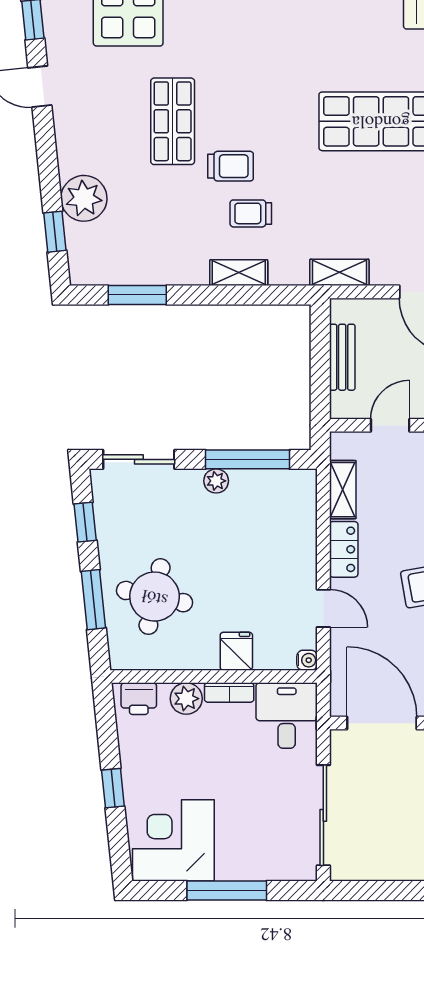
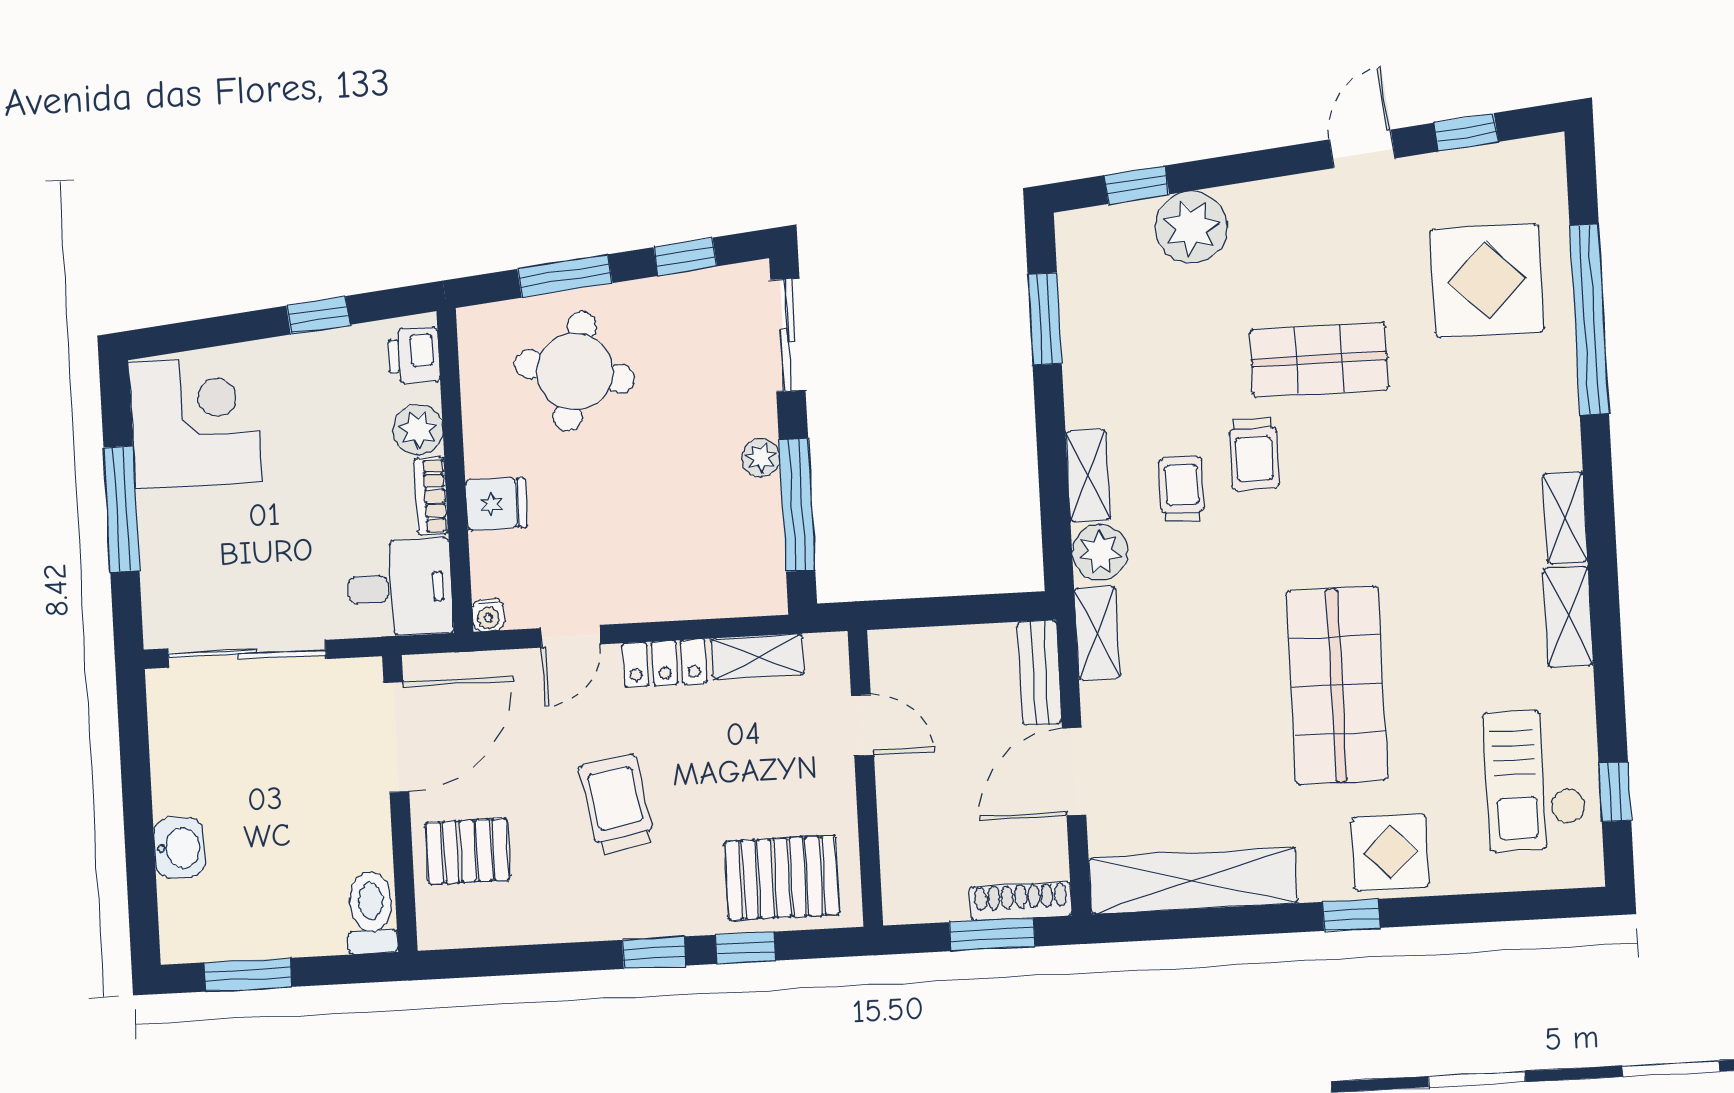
plant: (288, 268) -> (1100, 552), added
bench: (342, 357) -> (1039, 673), moved, turned 90
window: (113, 788) -> (318, 315), moved

